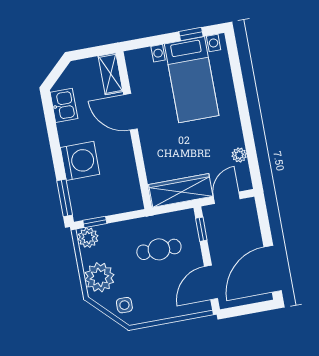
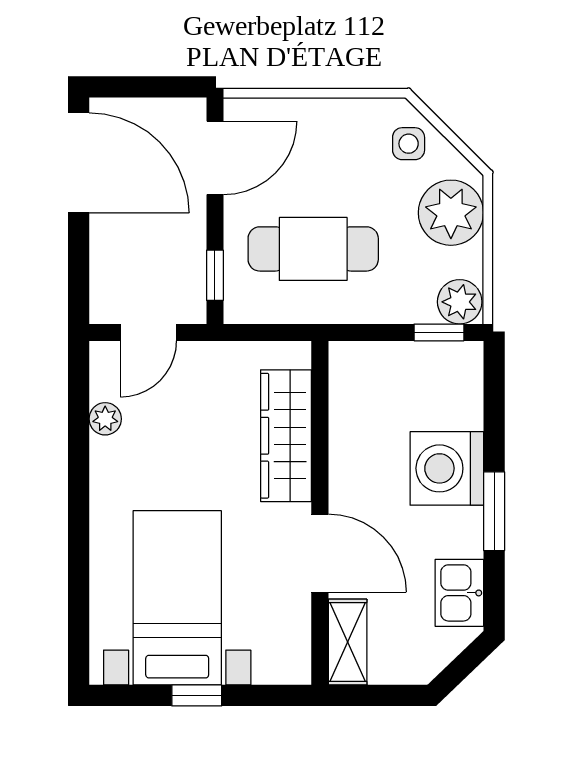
window: (191, 34) -> (197, 695), moved
wardrobe: (181, 190) -> (286, 436), moved, turned 90
window: (65, 198) -> (494, 511), moved
cafe table: (159, 249) -> (313, 249), width x1.37, depth x1.35
door: (273, 269) -> (79, 163), hinge flipped

